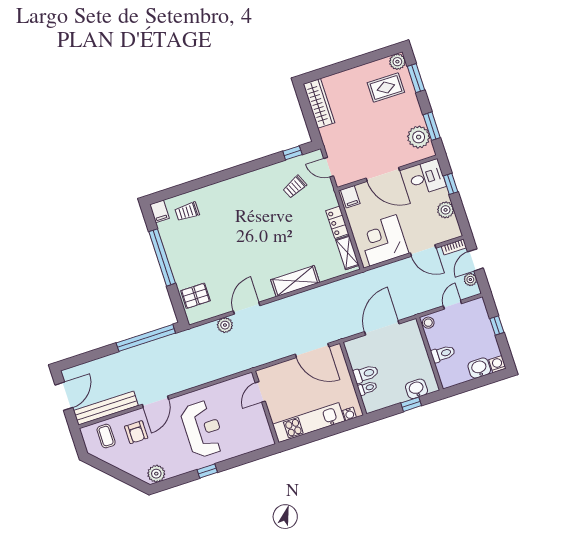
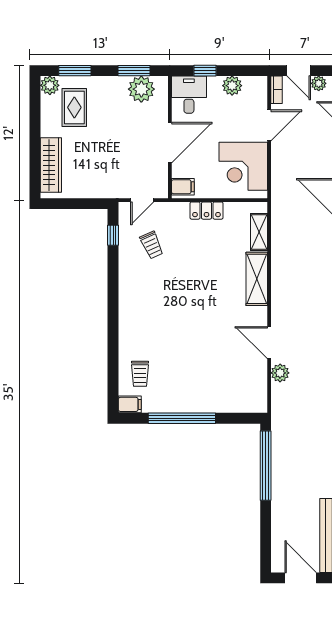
wardrobe: (319, 103) -> (51, 165), moved, turned 90
shelving: (347, 252) -> (259, 232), moved, turned 90
pallet: (195, 296) -> (237, 395), removed

